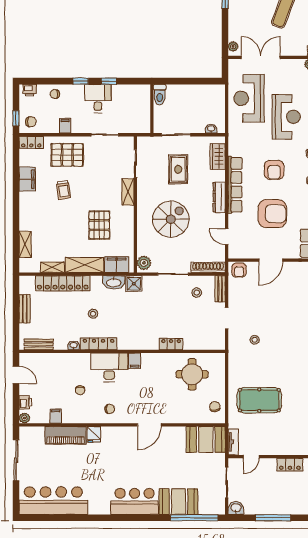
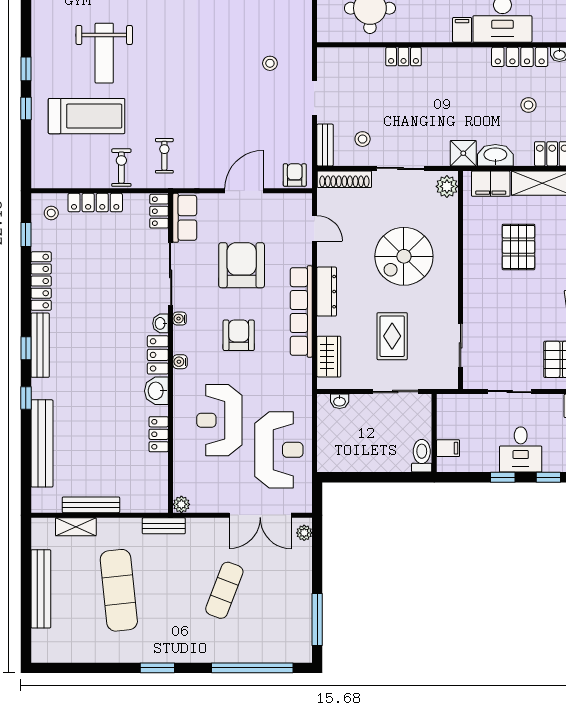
filing cabinet: (143, 99) -> (448, 448), added
shelving: (128, 192) -> (473, 300), removed
armchair: (272, 214) -> (242, 265), turned 90

